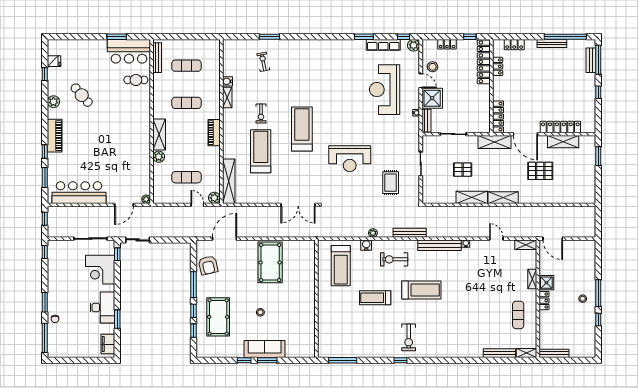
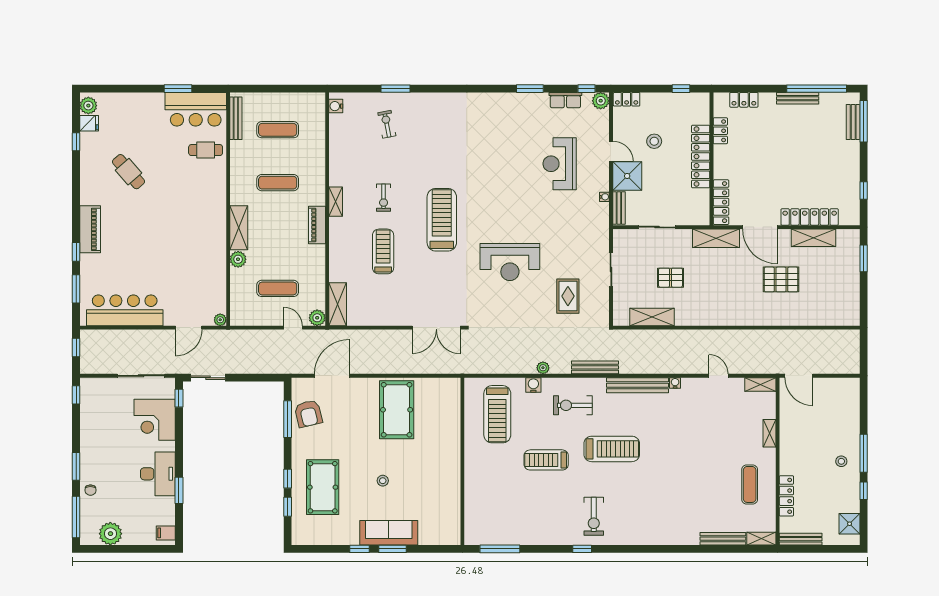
locker: (447, 44) -> (627, 99), moved
row of seats: (383, 45) -> (565, 100), width x0.68
locker: (484, 62) -> (701, 156), moved
stool: (433, 67) -> (654, 141), moved
water cooler: (227, 81) -> (336, 106), moved
reception desk: (385, 90) -> (560, 164), width x0.74, depth x0.77
window: (598, 92) -> (864, 190), moved
shelving: (227, 97) -> (336, 202), moved
plant: (53, 102) -> (88, 106), moved
treadmill: (261, 151) -> (383, 251), width x0.73, depth x0.73
shelving: (229, 181) -> (338, 304), width x0.68
shelving: (472, 197) -> (652, 317), moved
shelving: (503, 198) -> (728, 317), removed
shower: (546, 283) -> (850, 524), moved
window: (194, 285) -> (288, 419), moved
locker: (544, 301) -> (786, 496), moved, width x1.53
filing cabinet: (108, 344) -> (166, 533), width x0.50
plant: (69, 350) -> (110, 534), added

